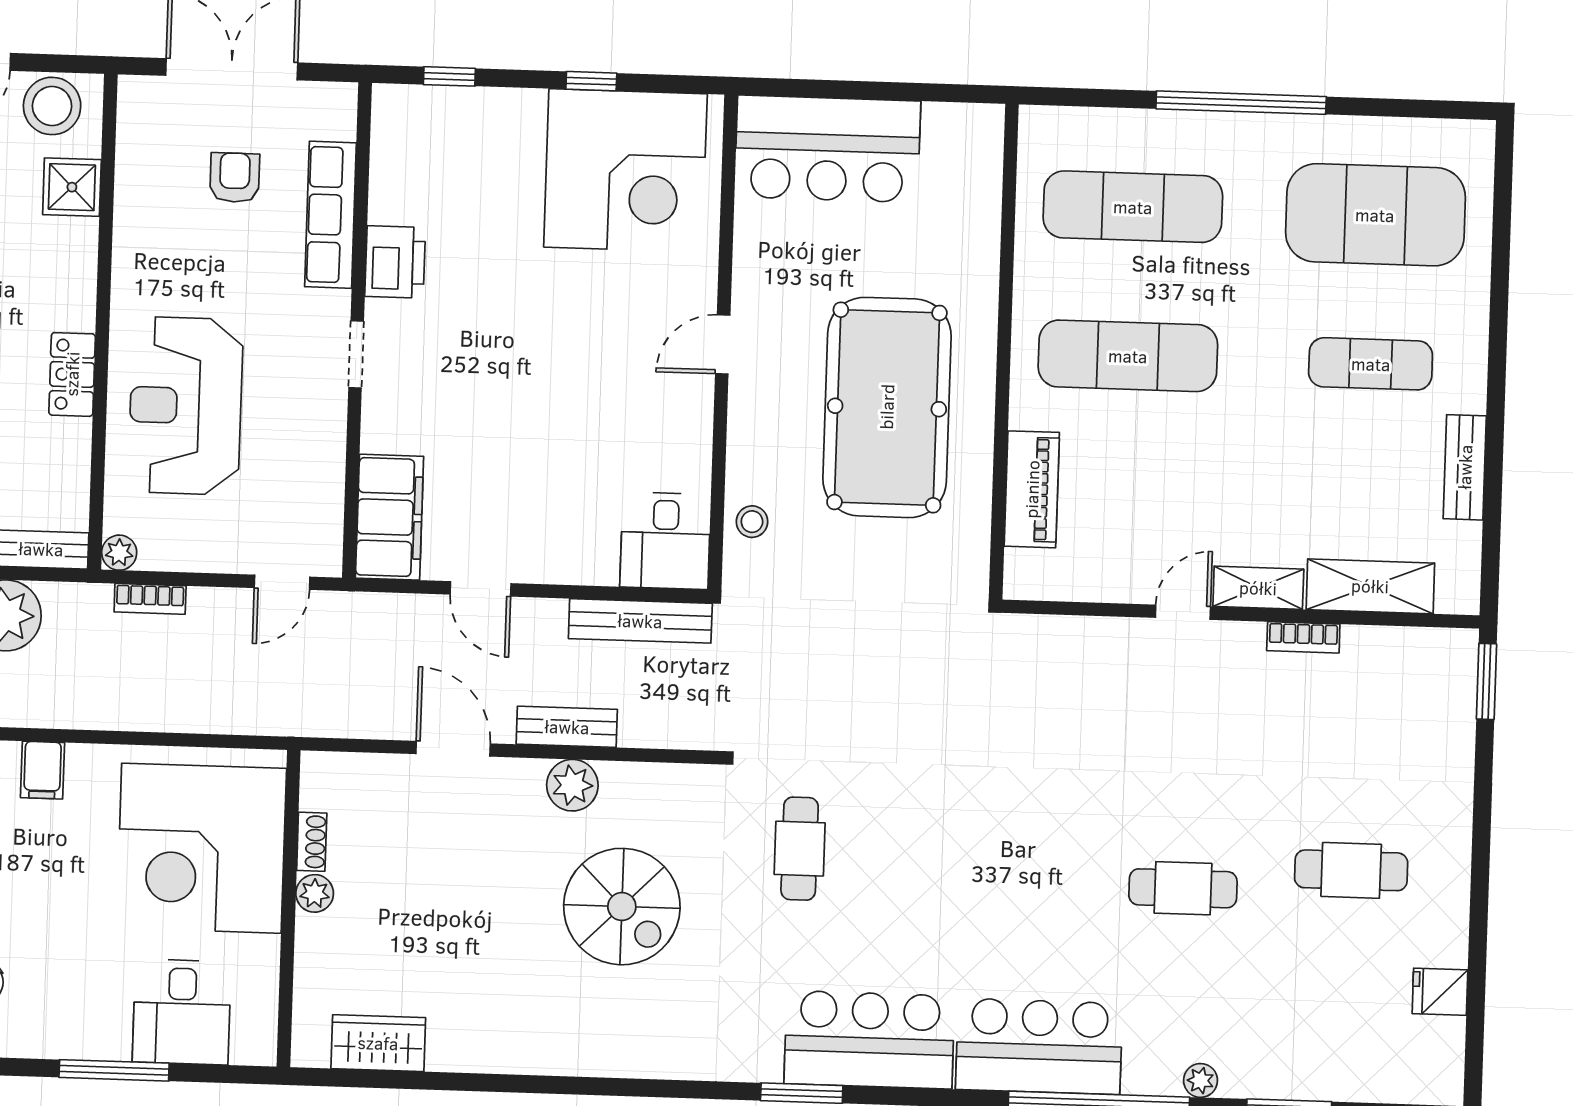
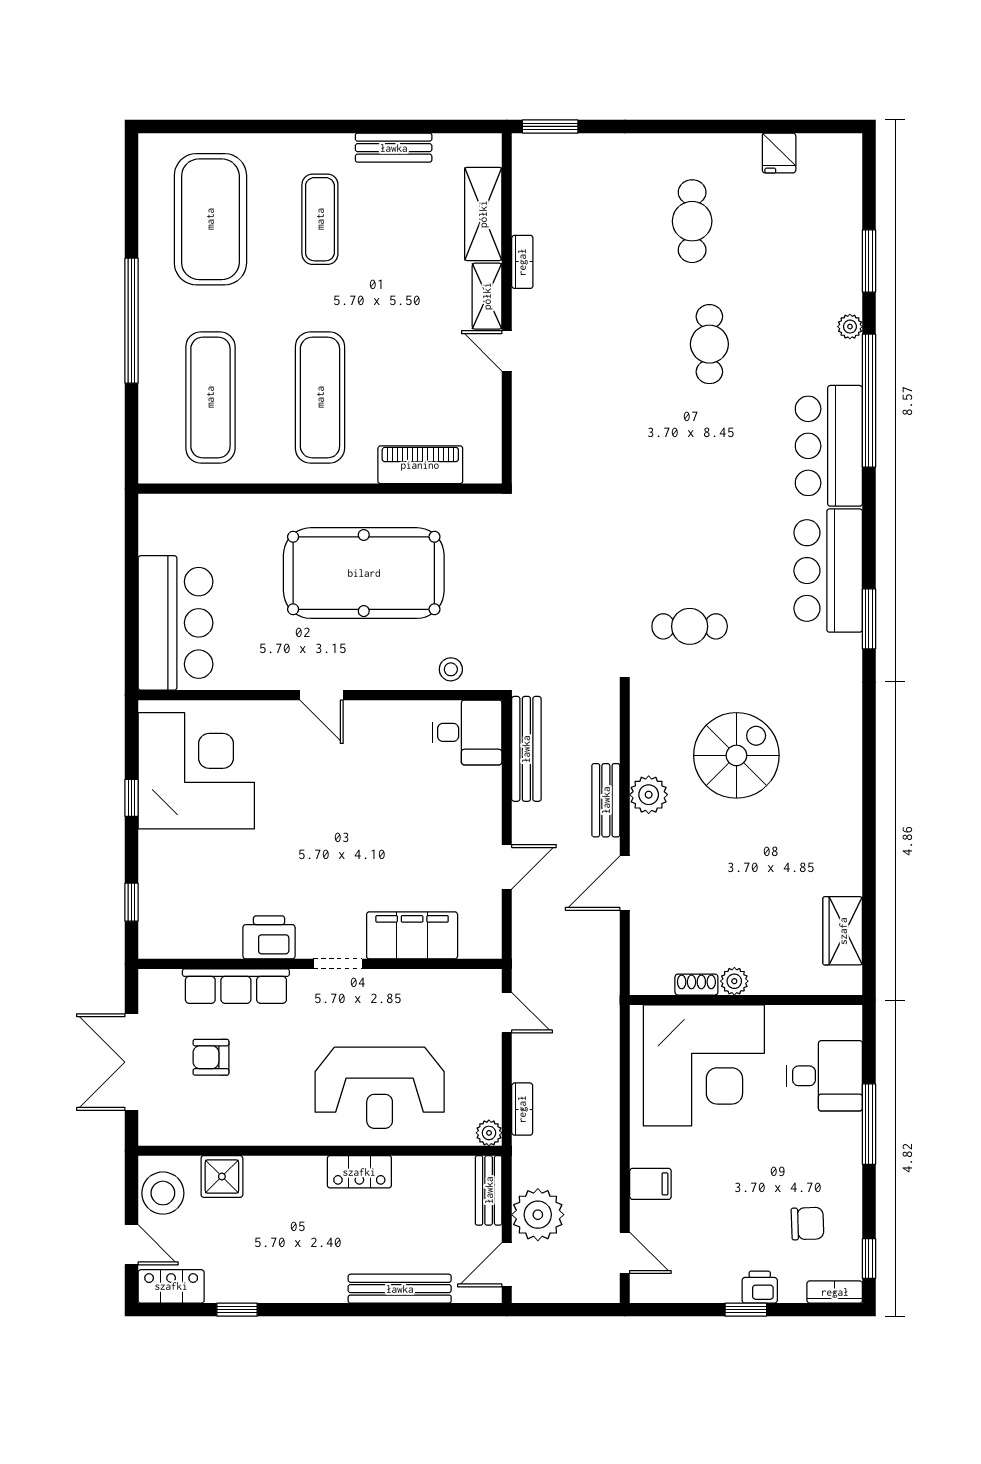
filing cabinet: (390, 517) -> (412, 935), moved

